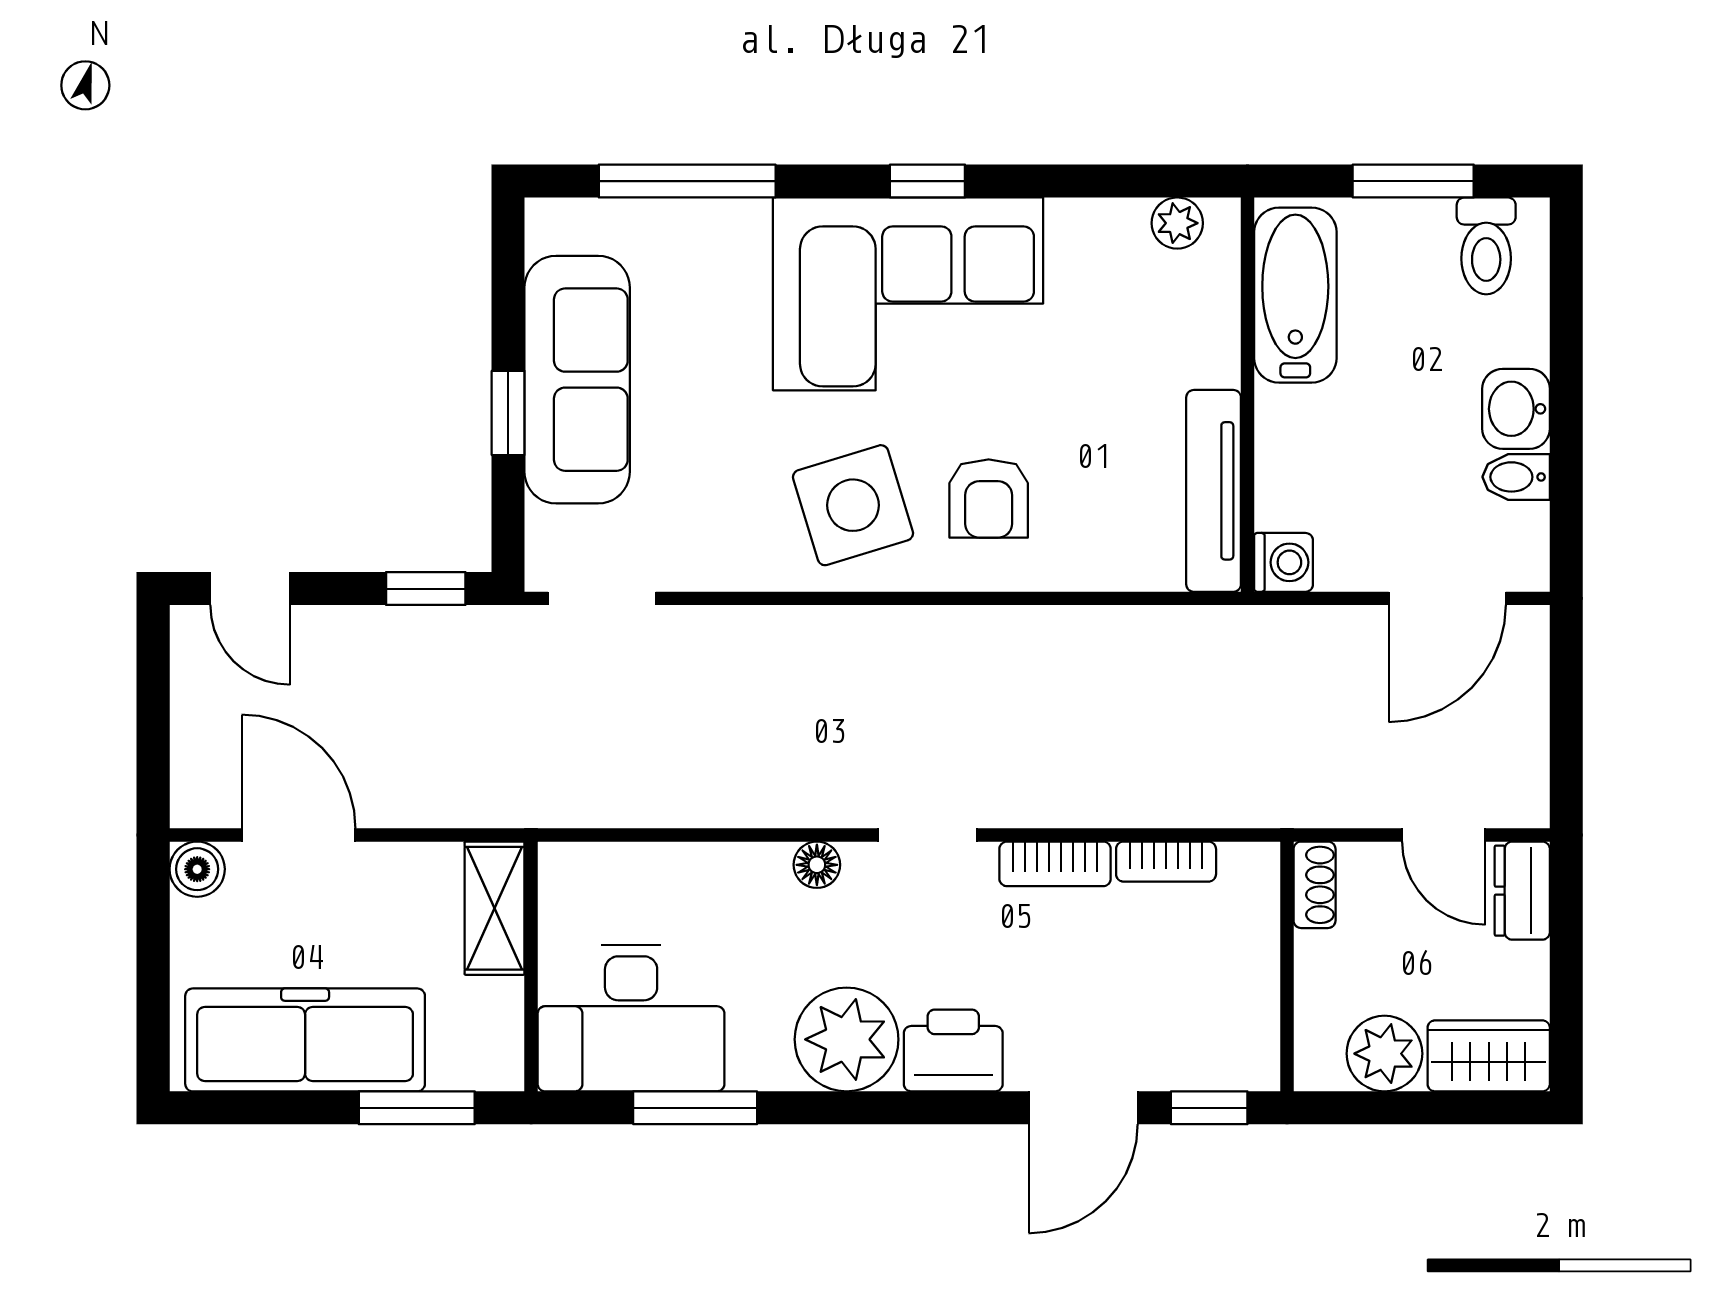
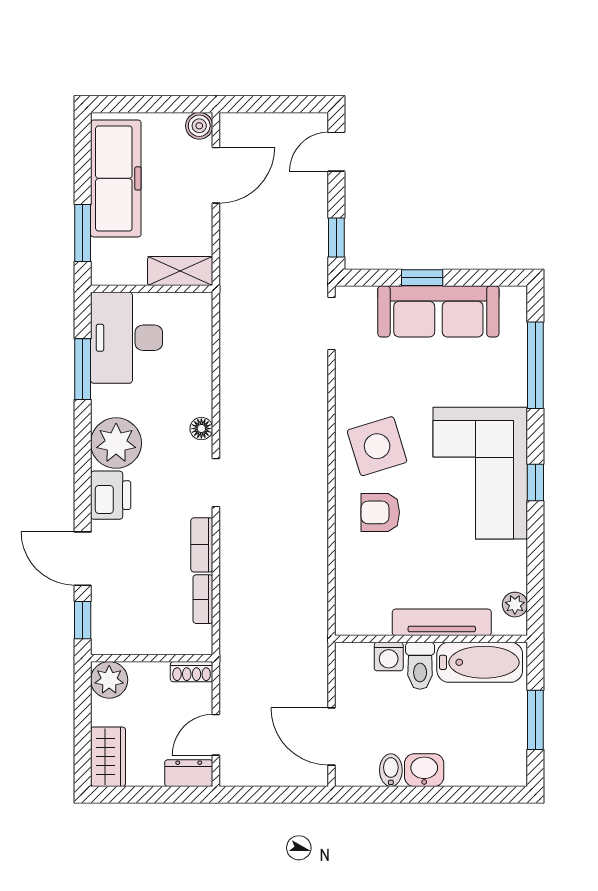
toilet: (1486, 246) -> (420, 666), moved, turned -90
tv unit: (1214, 491) -> (442, 622), moved
washing machine: (1284, 562) -> (389, 657), moved
plant: (1384, 1054) -> (109, 680), moved

